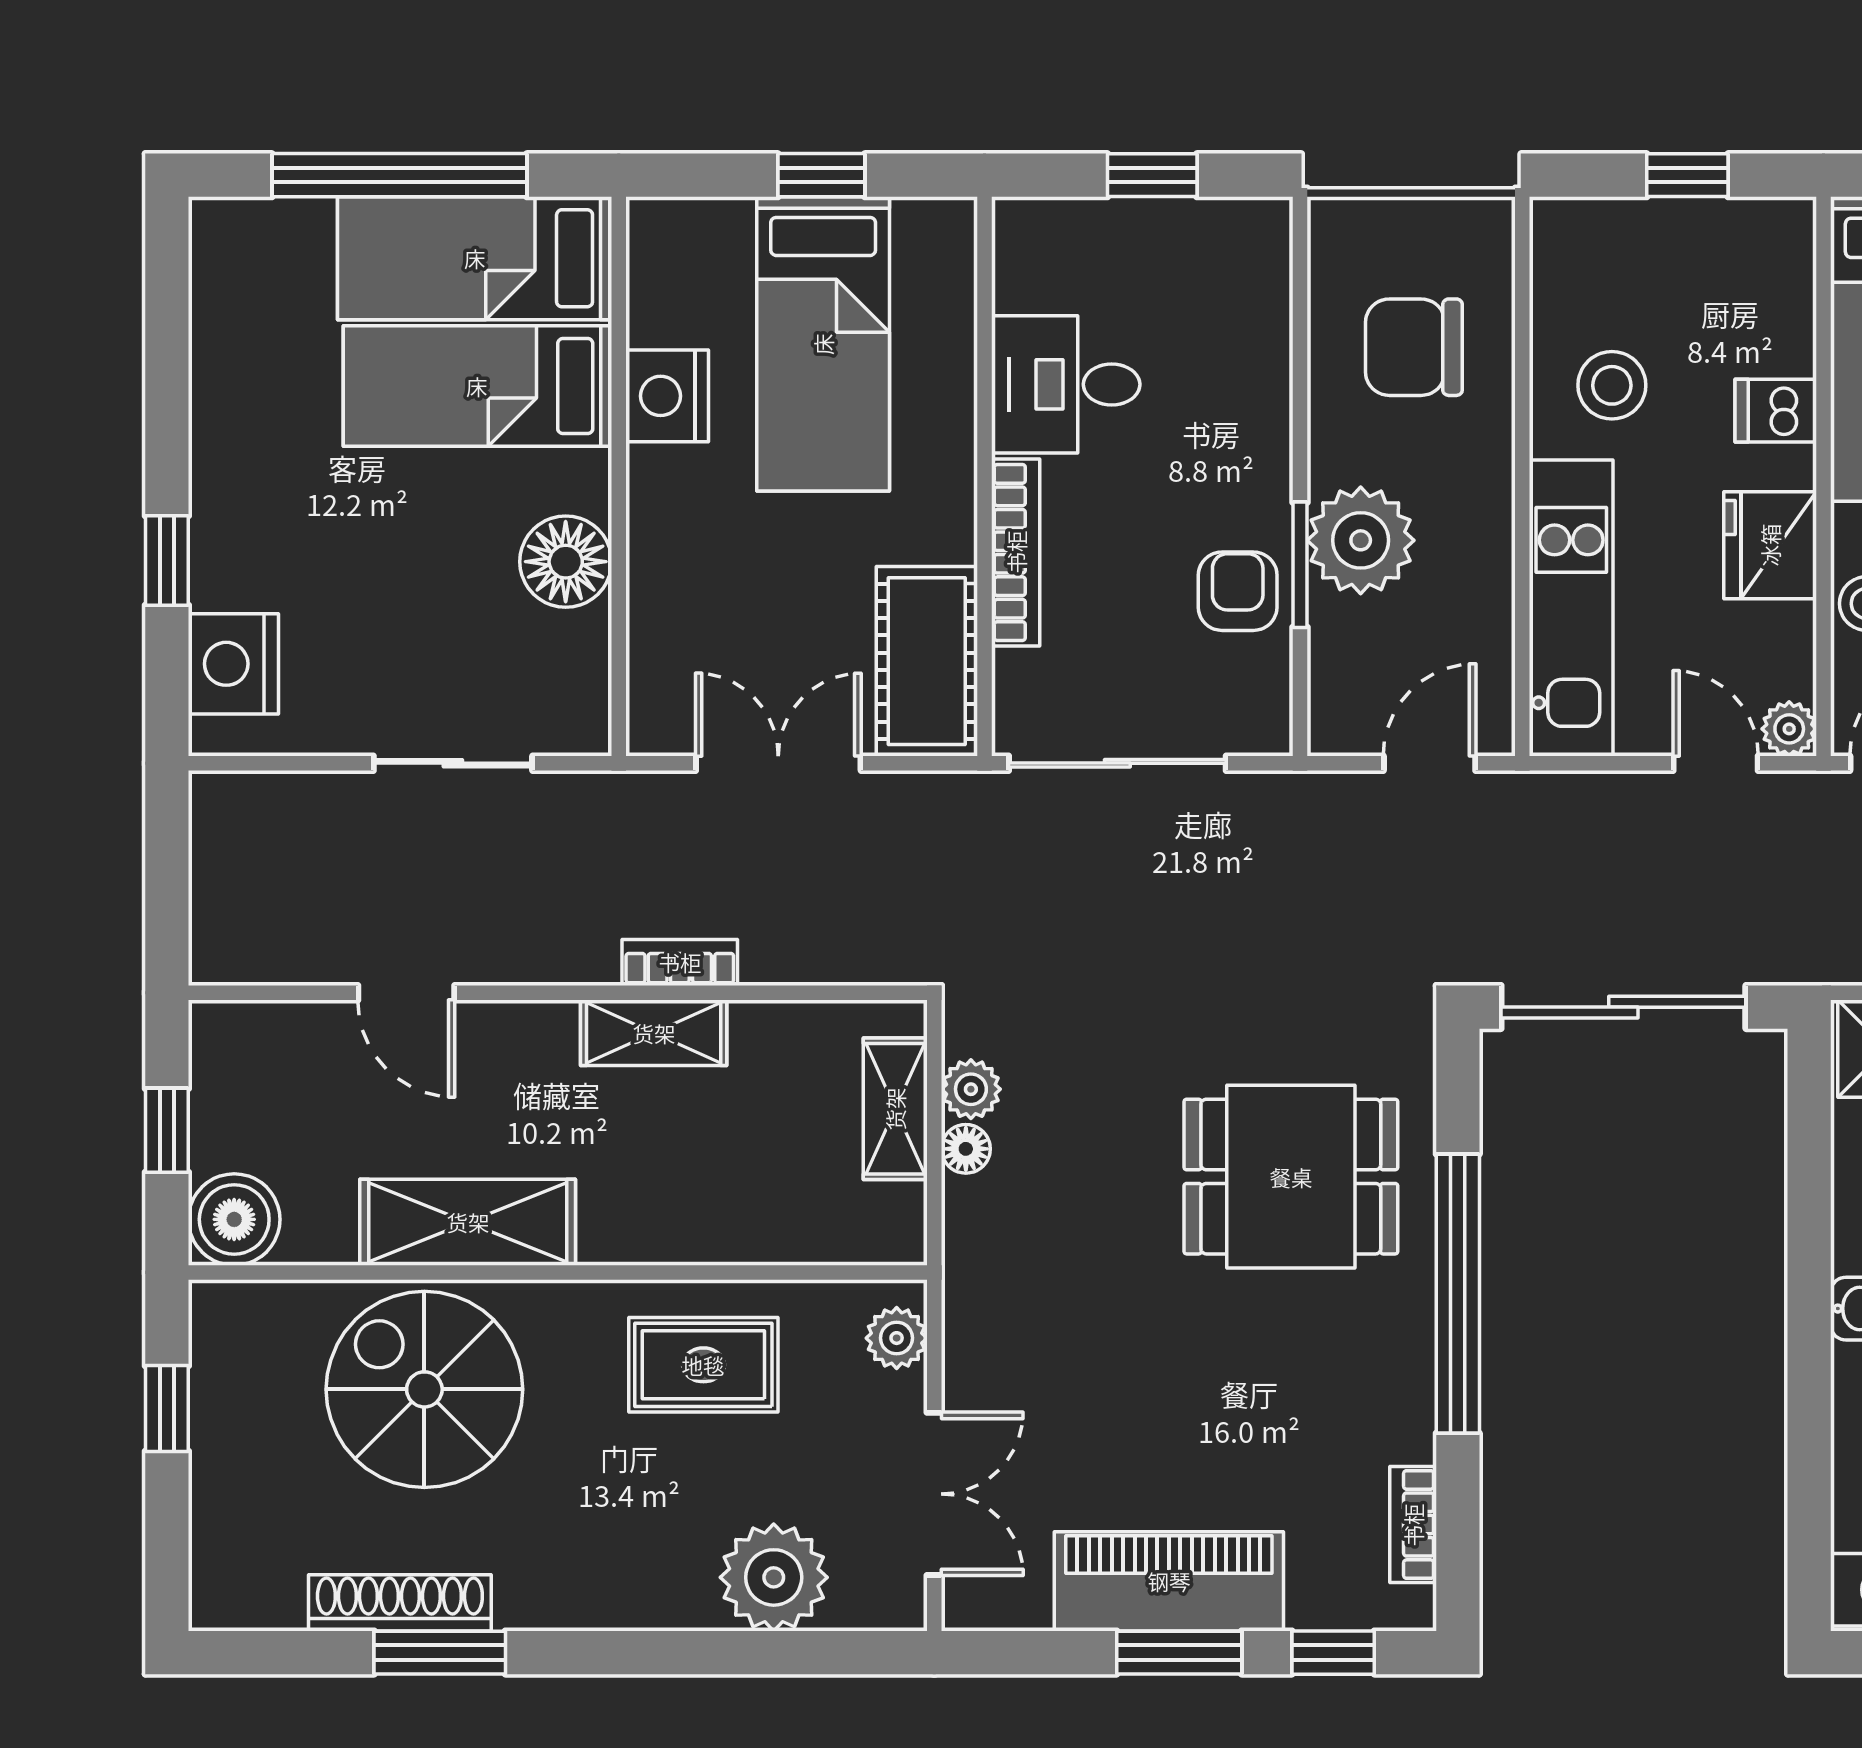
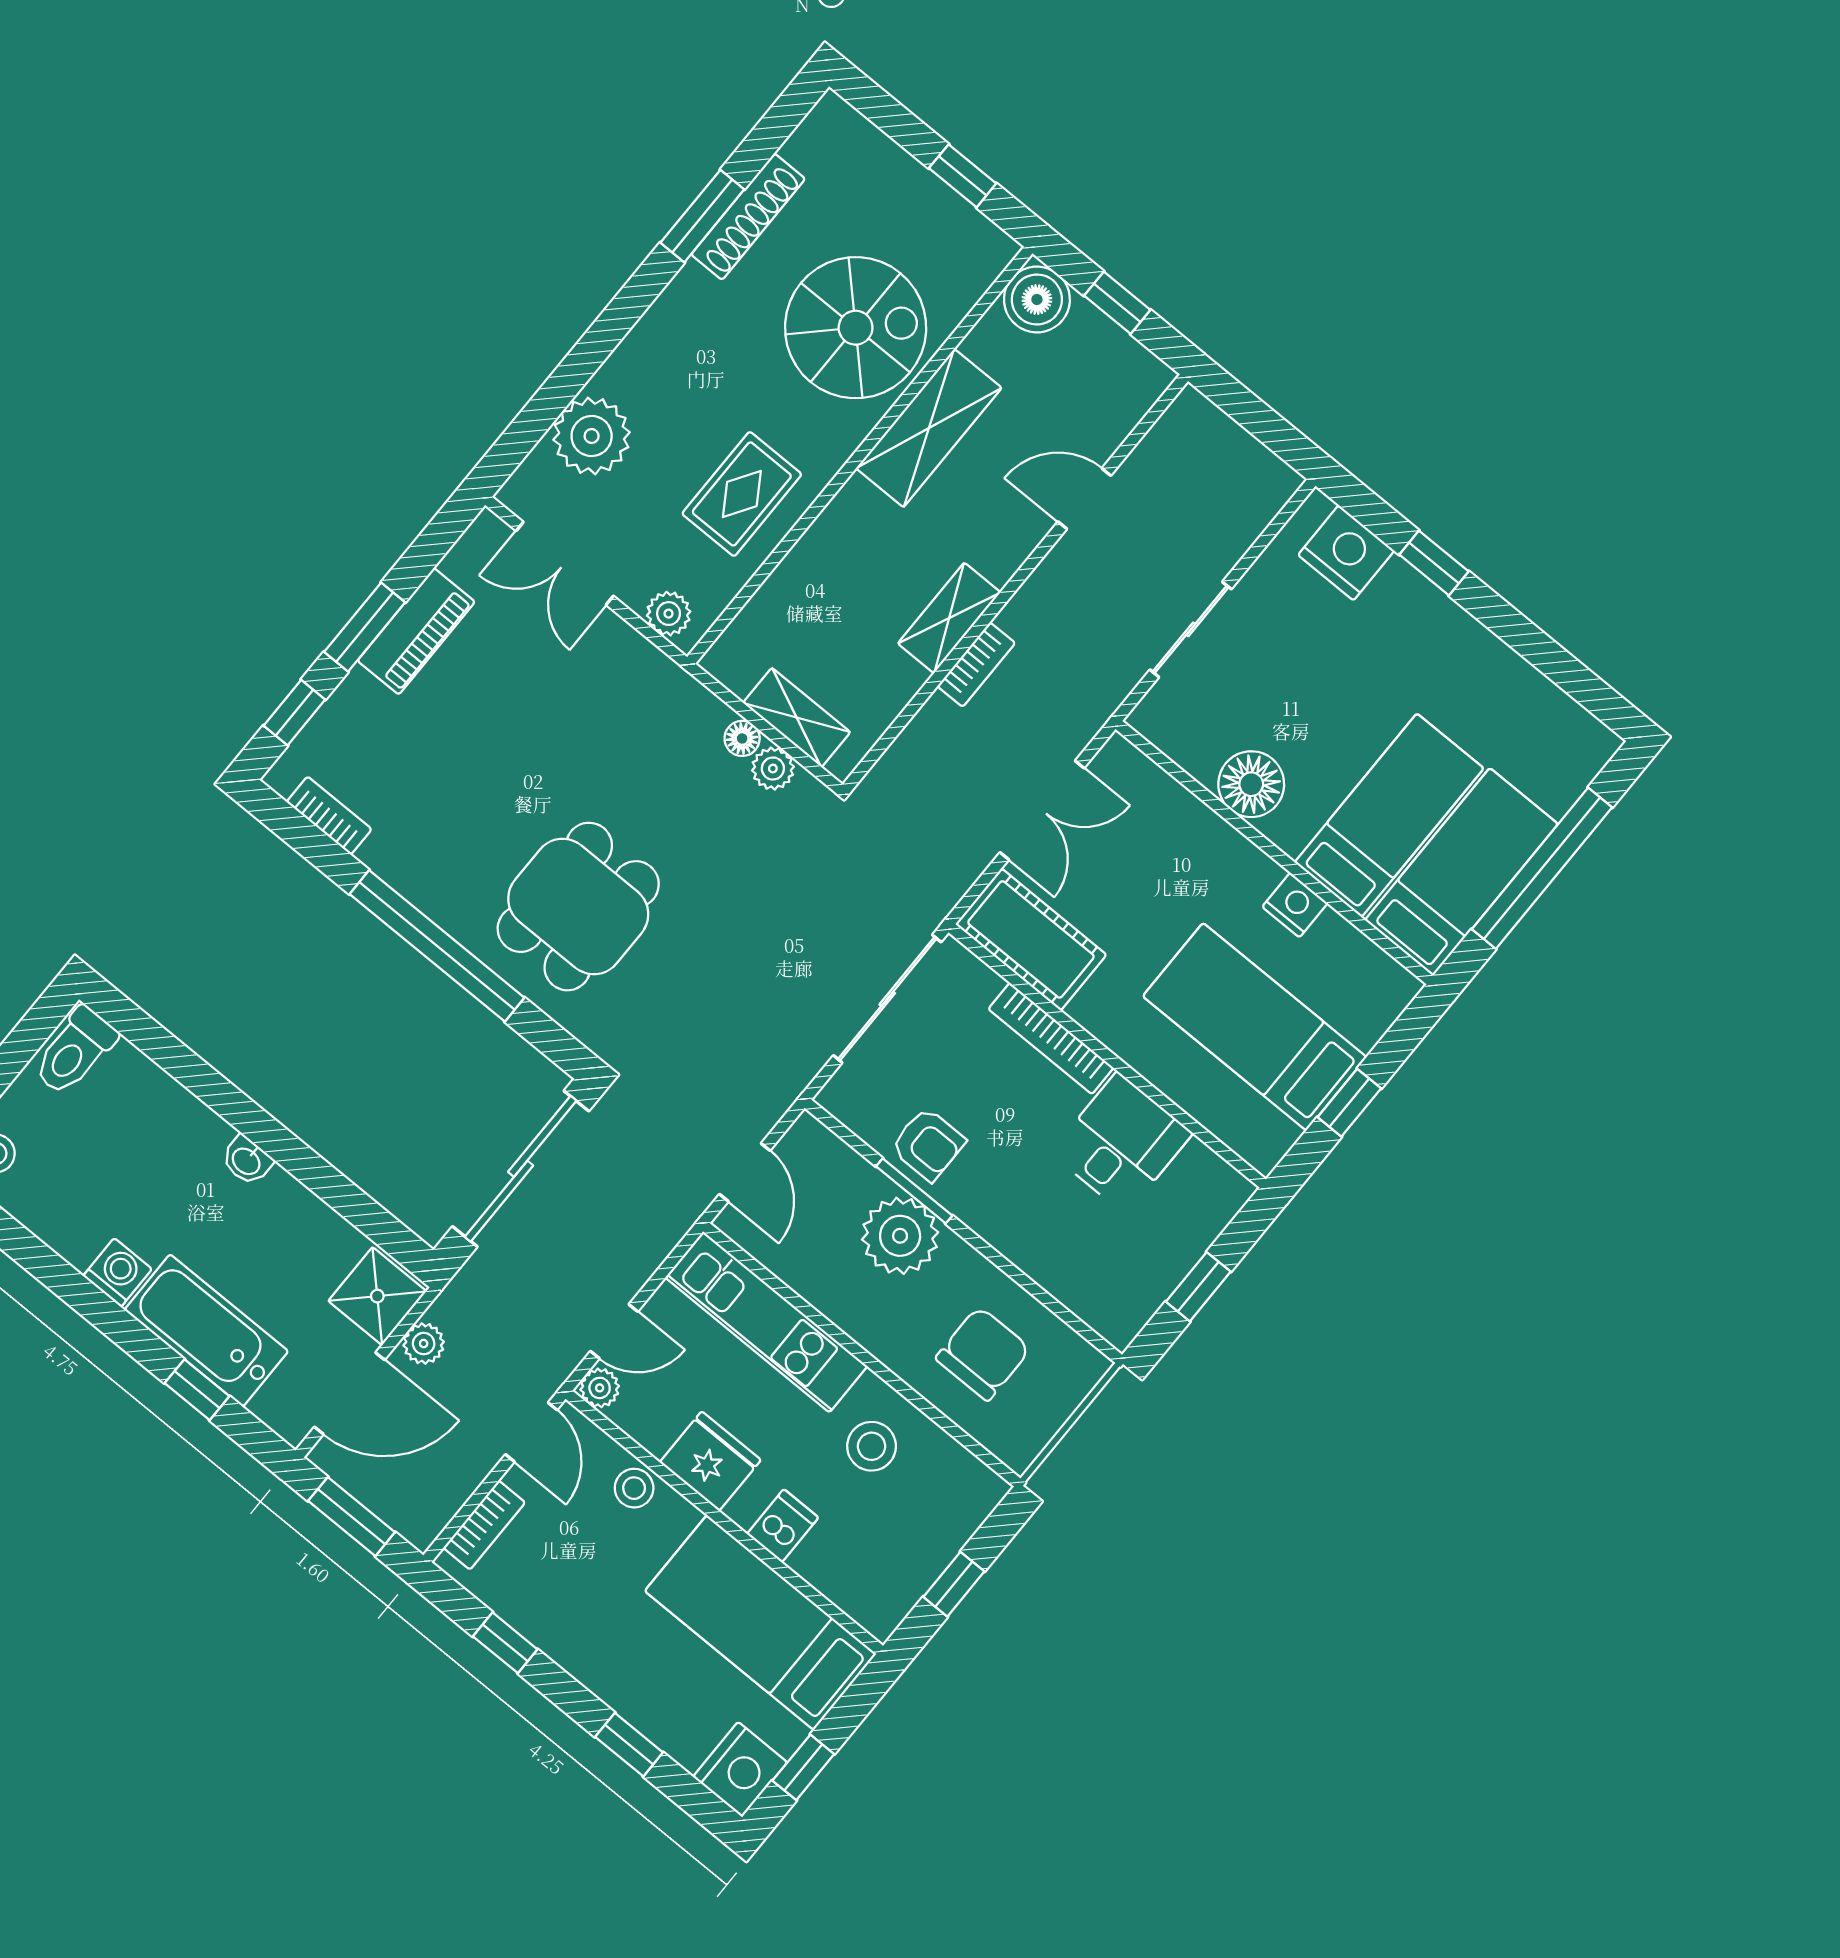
nightstand: (667, 396) -> (1295, 905), width x0.74, depth x0.75
piano: (1169, 1581) -> (416, 631), width x0.73, depth x0.75

